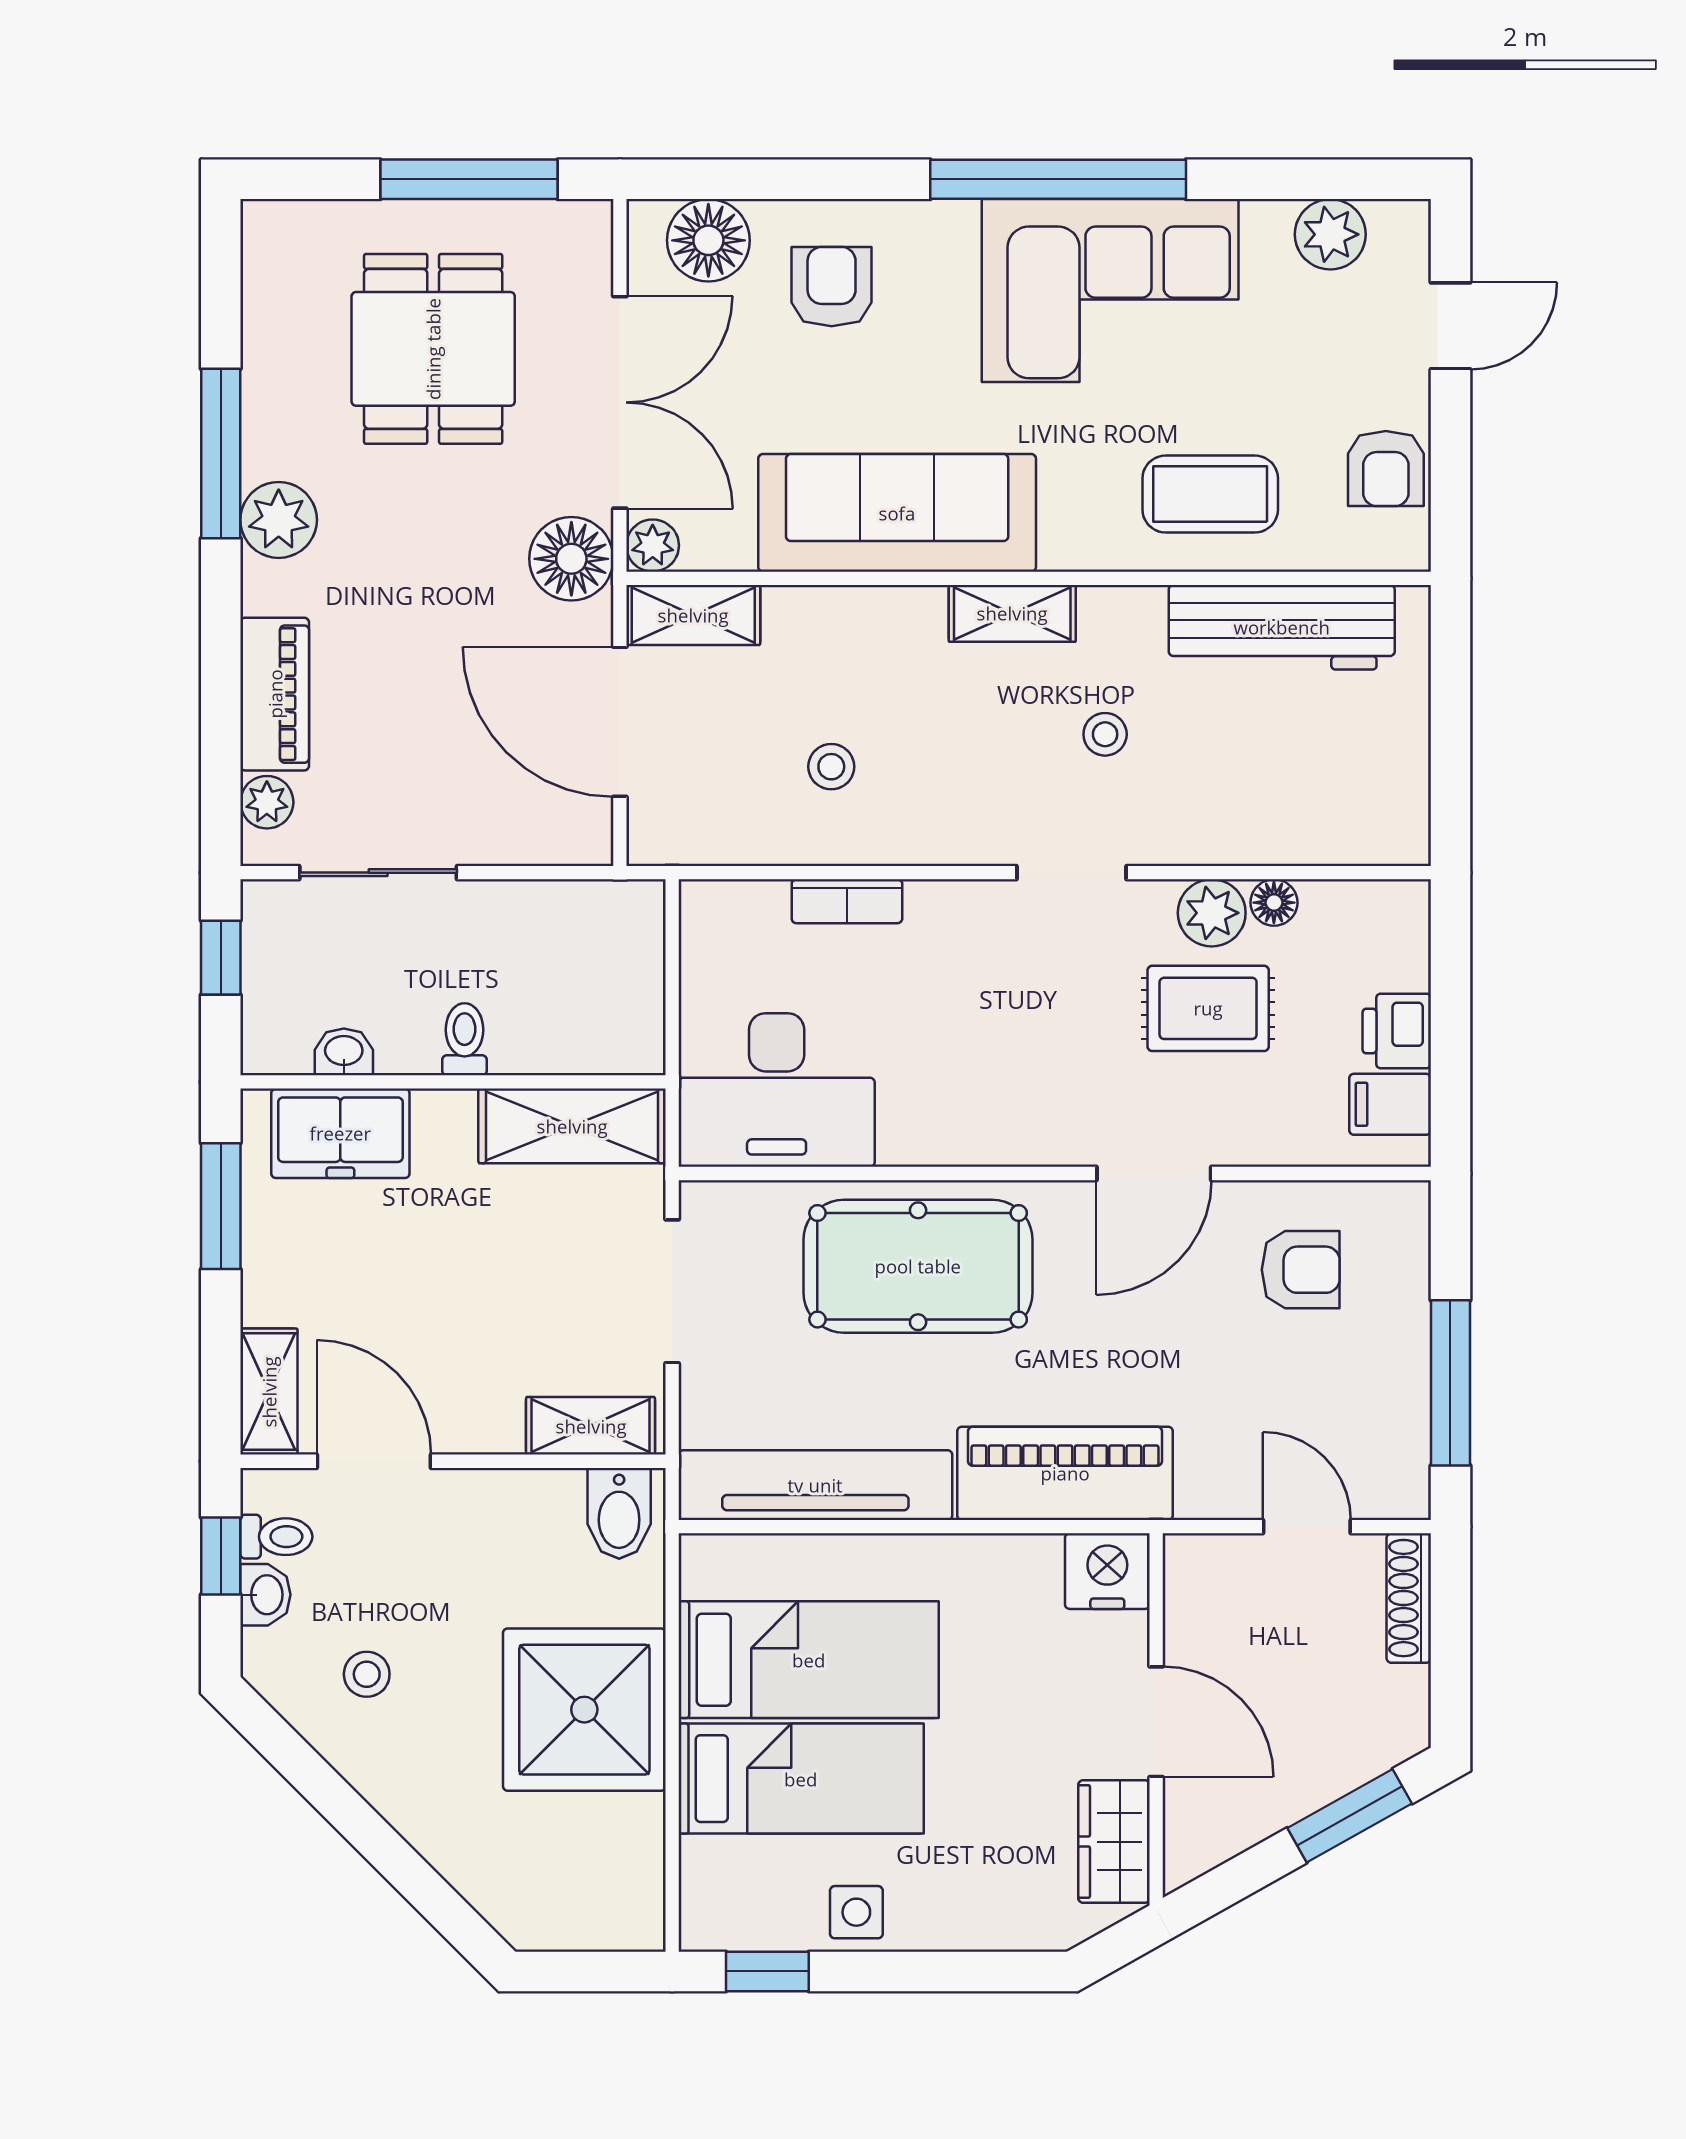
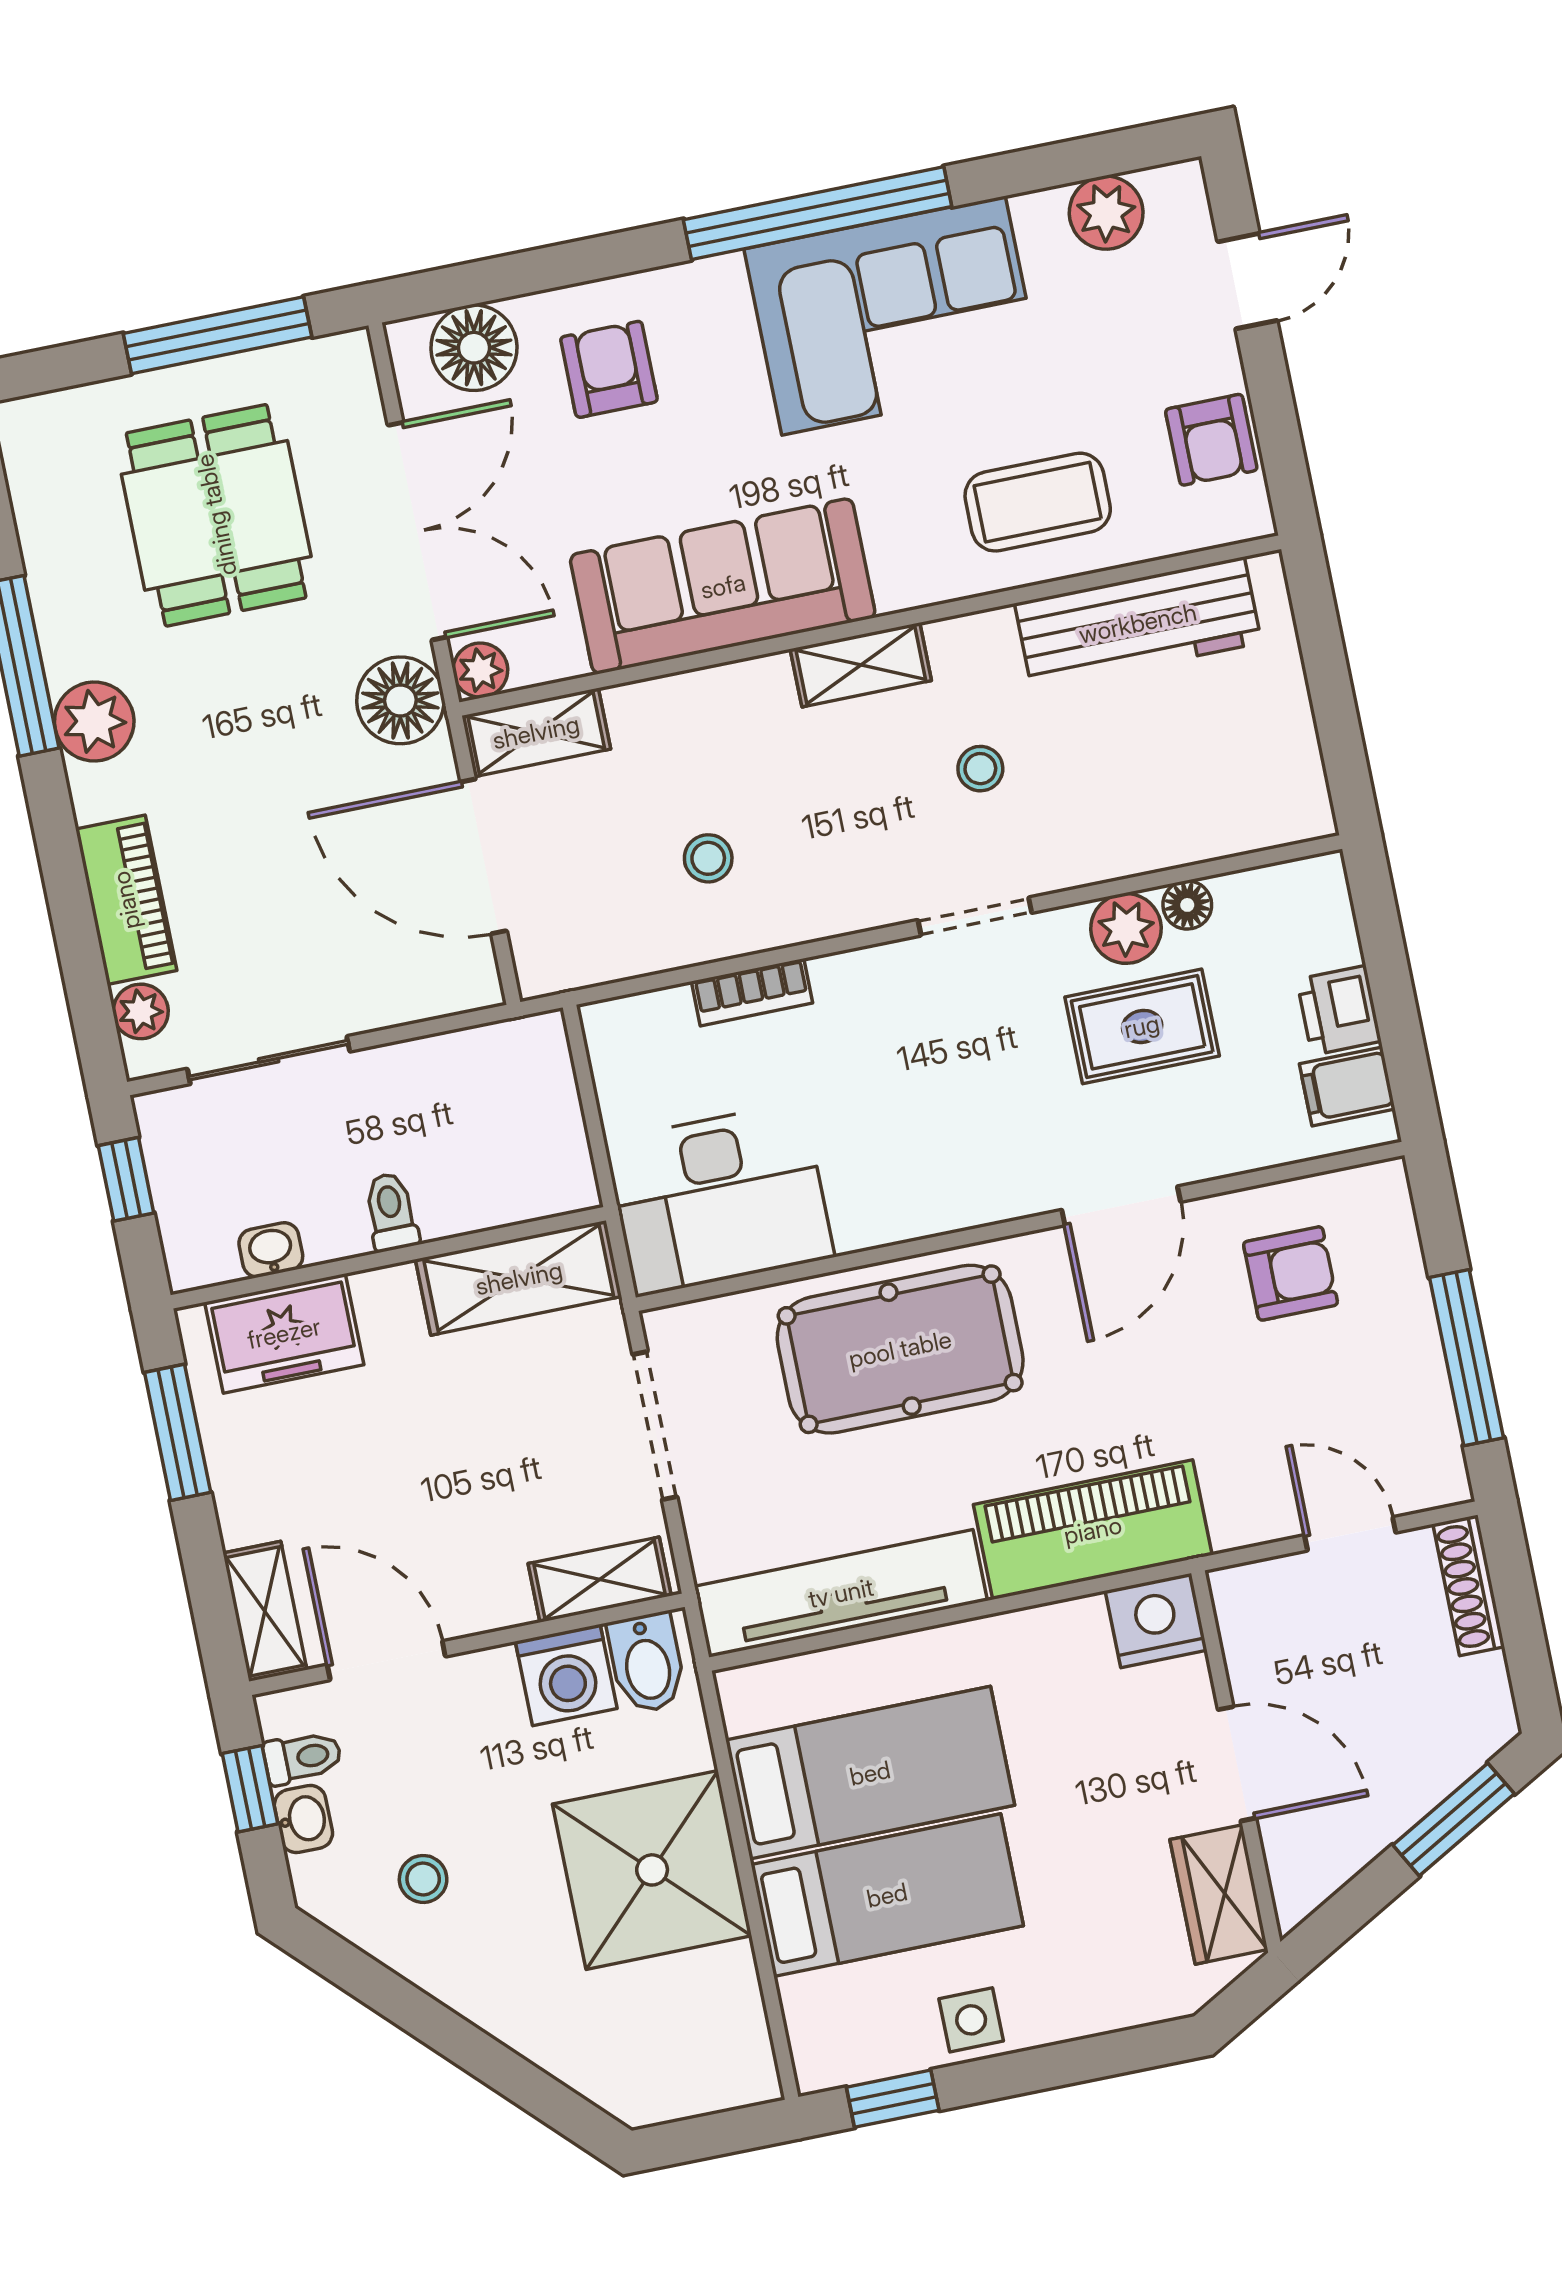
washing machine: (541, 1509) -> (566, 1675), added

